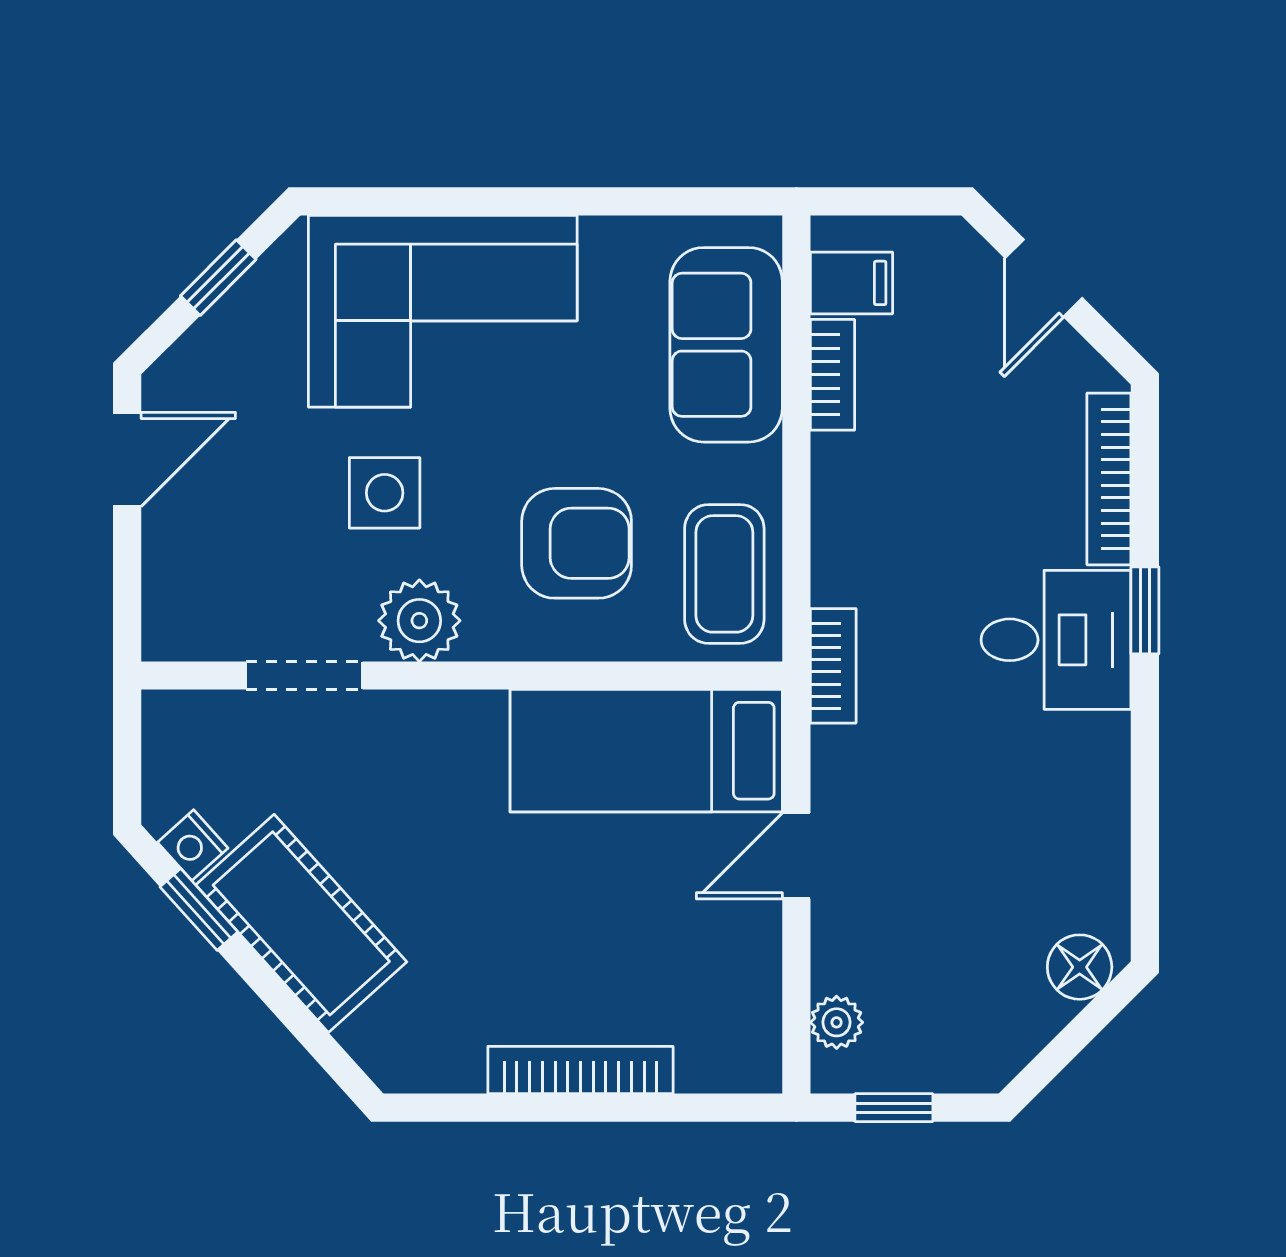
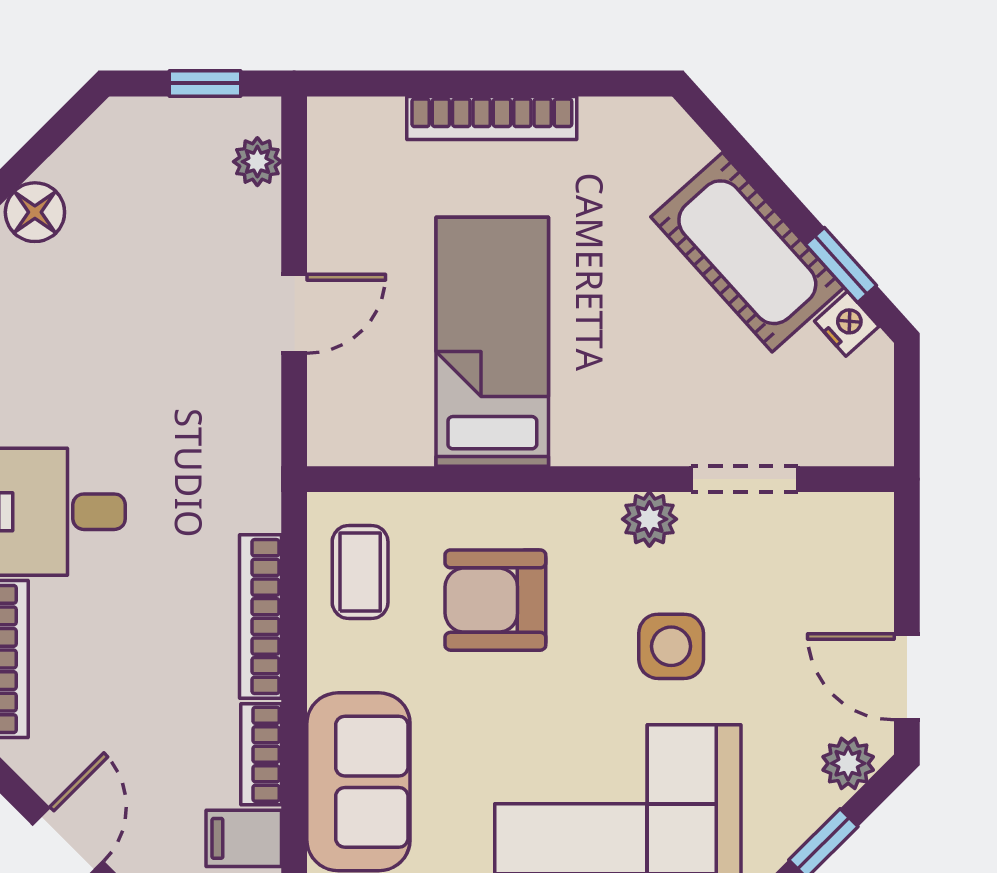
plant: (191, 365) -> (848, 763), added
door: (127, 459) -> (907, 677), hinge flipped
coffee table: (724, 574) -> (360, 572), width x0.73, depth x0.77
plant: (419, 621) -> (649, 519), width x0.73, depth x0.73
bookcase: (833, 666) -> (260, 617), moved, width x1.56
bed: (646, 751) -> (492, 342), moved, turned -90

